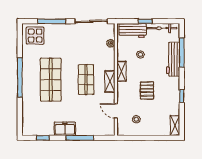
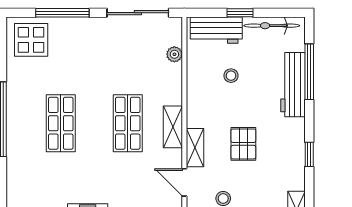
shelving: (121, 71) -> (195, 148), moved
shop shelf: (51, 80) -> (61, 123), width x0.70, depth x0.74

